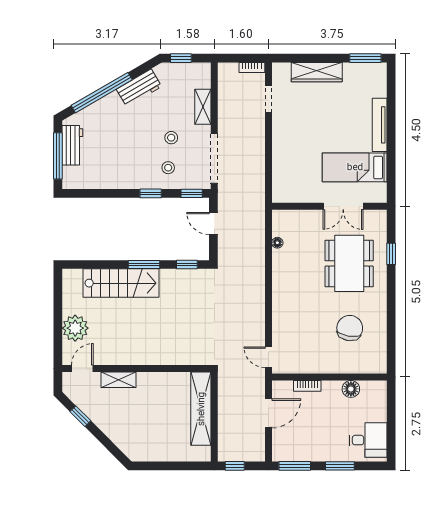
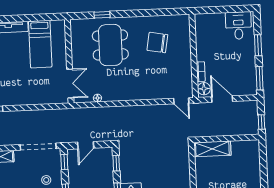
stool: (171, 138) -> (24, 179), removed
double door: (343, 206) -> (70, 84), moved
dining table: (349, 263) -> (110, 45), turned 90
door: (268, 357) -> (181, 101), hinge flipped
floor lamp: (351, 389) -> (204, 89), moved
shelving: (201, 409) -> (212, 149), width x0.68

